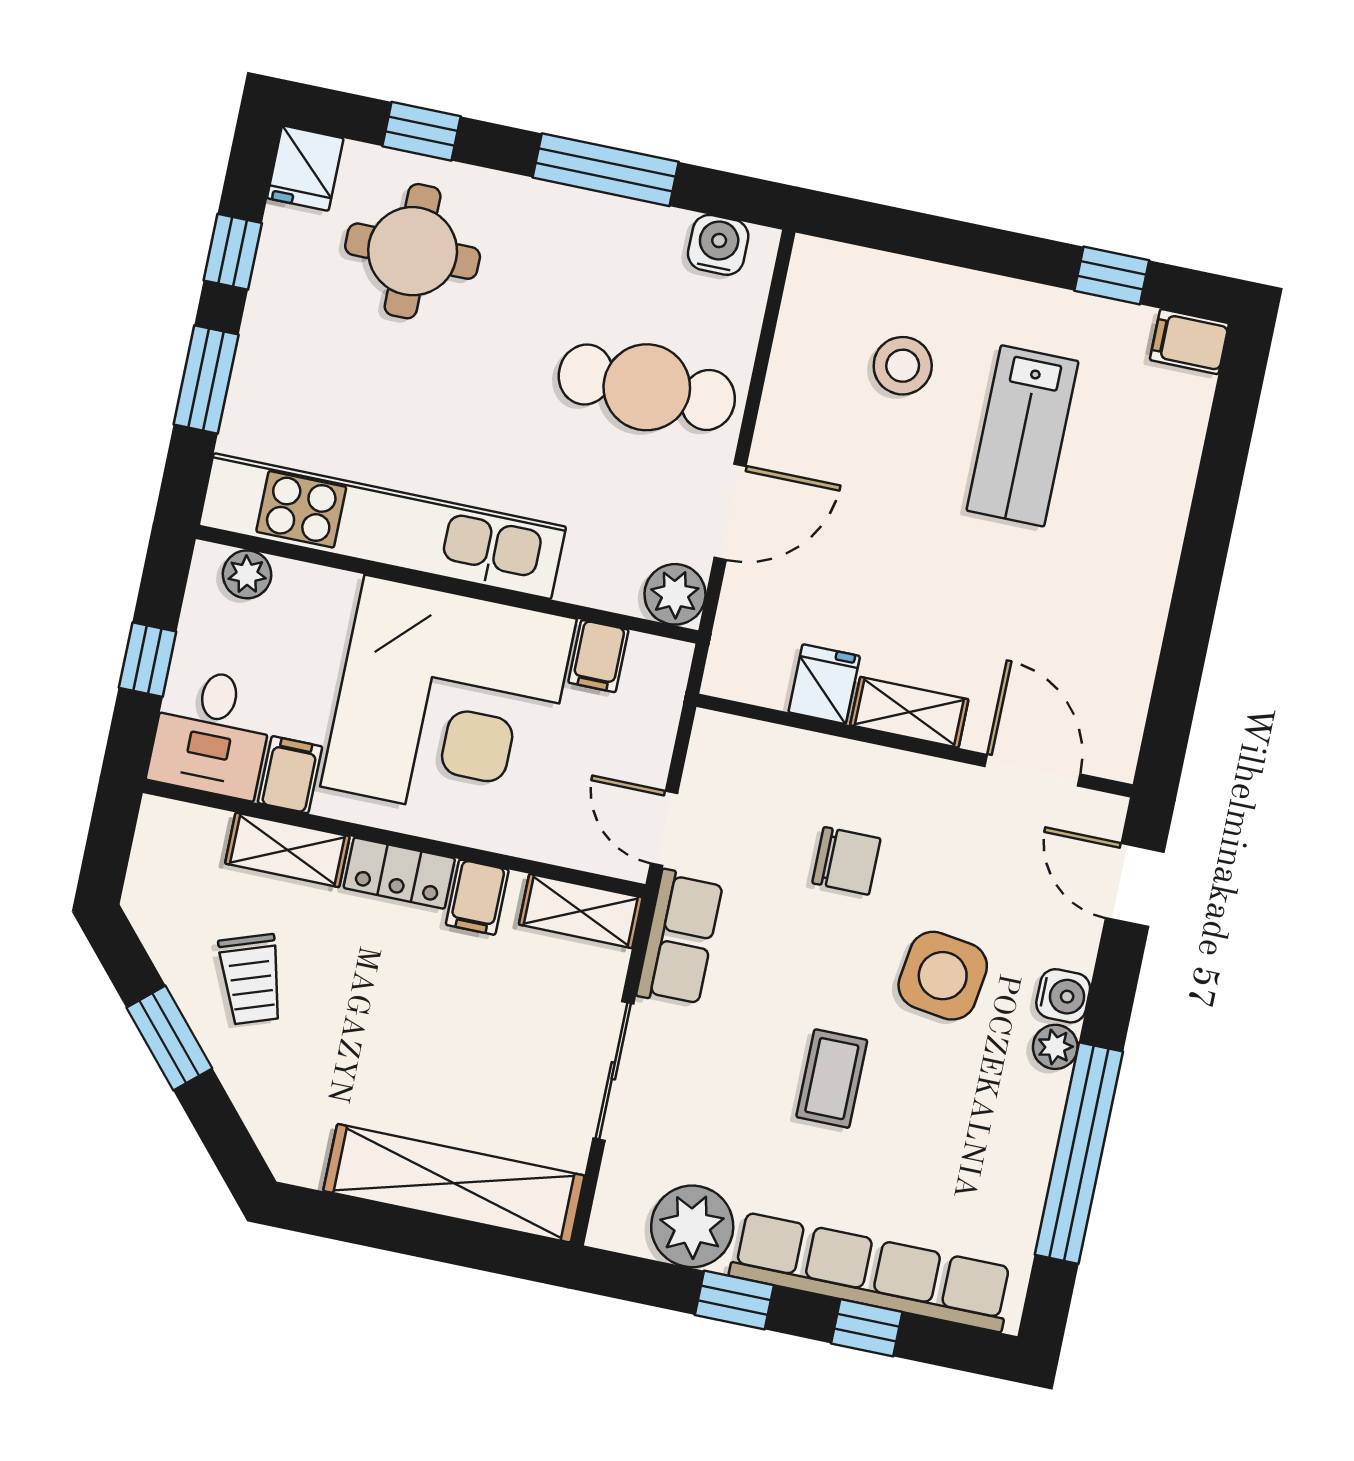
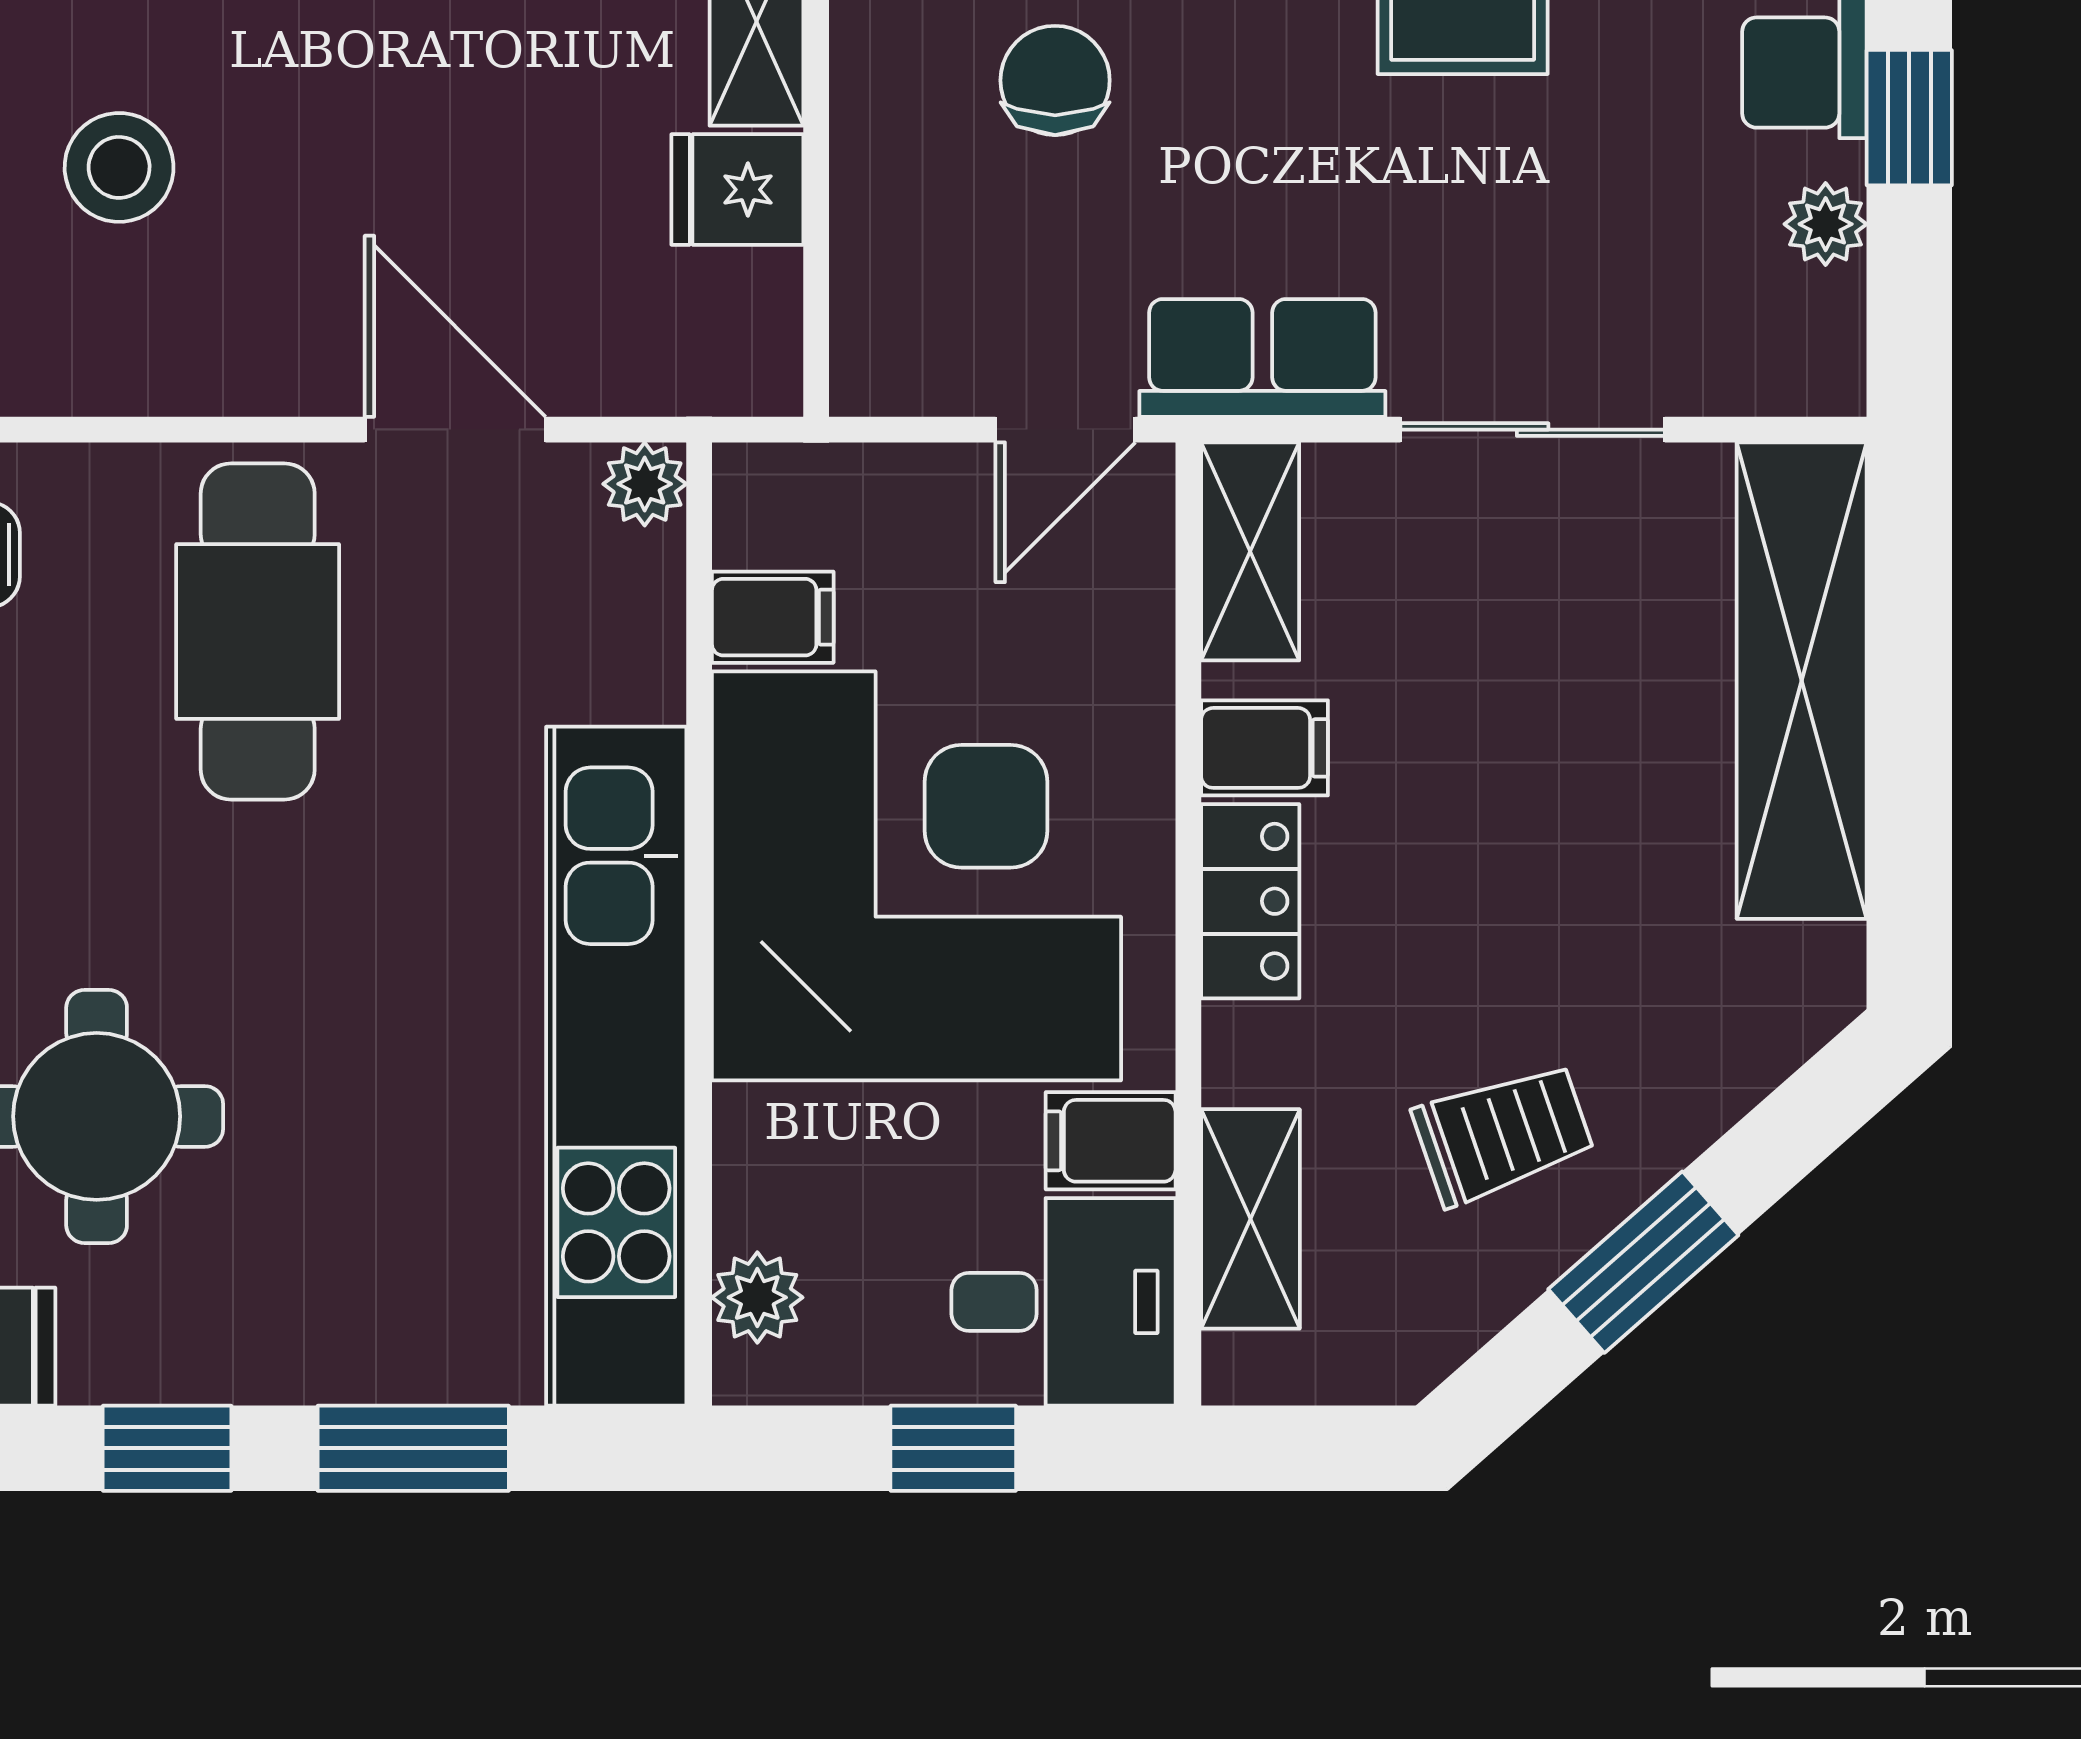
plant: (675, 594) -> (645, 484), width x0.73, depth x0.73
shelving: (287, 850) -> (1250, 1219), moved
plant: (692, 1226) -> (1826, 224), width x0.53, depth x0.53

